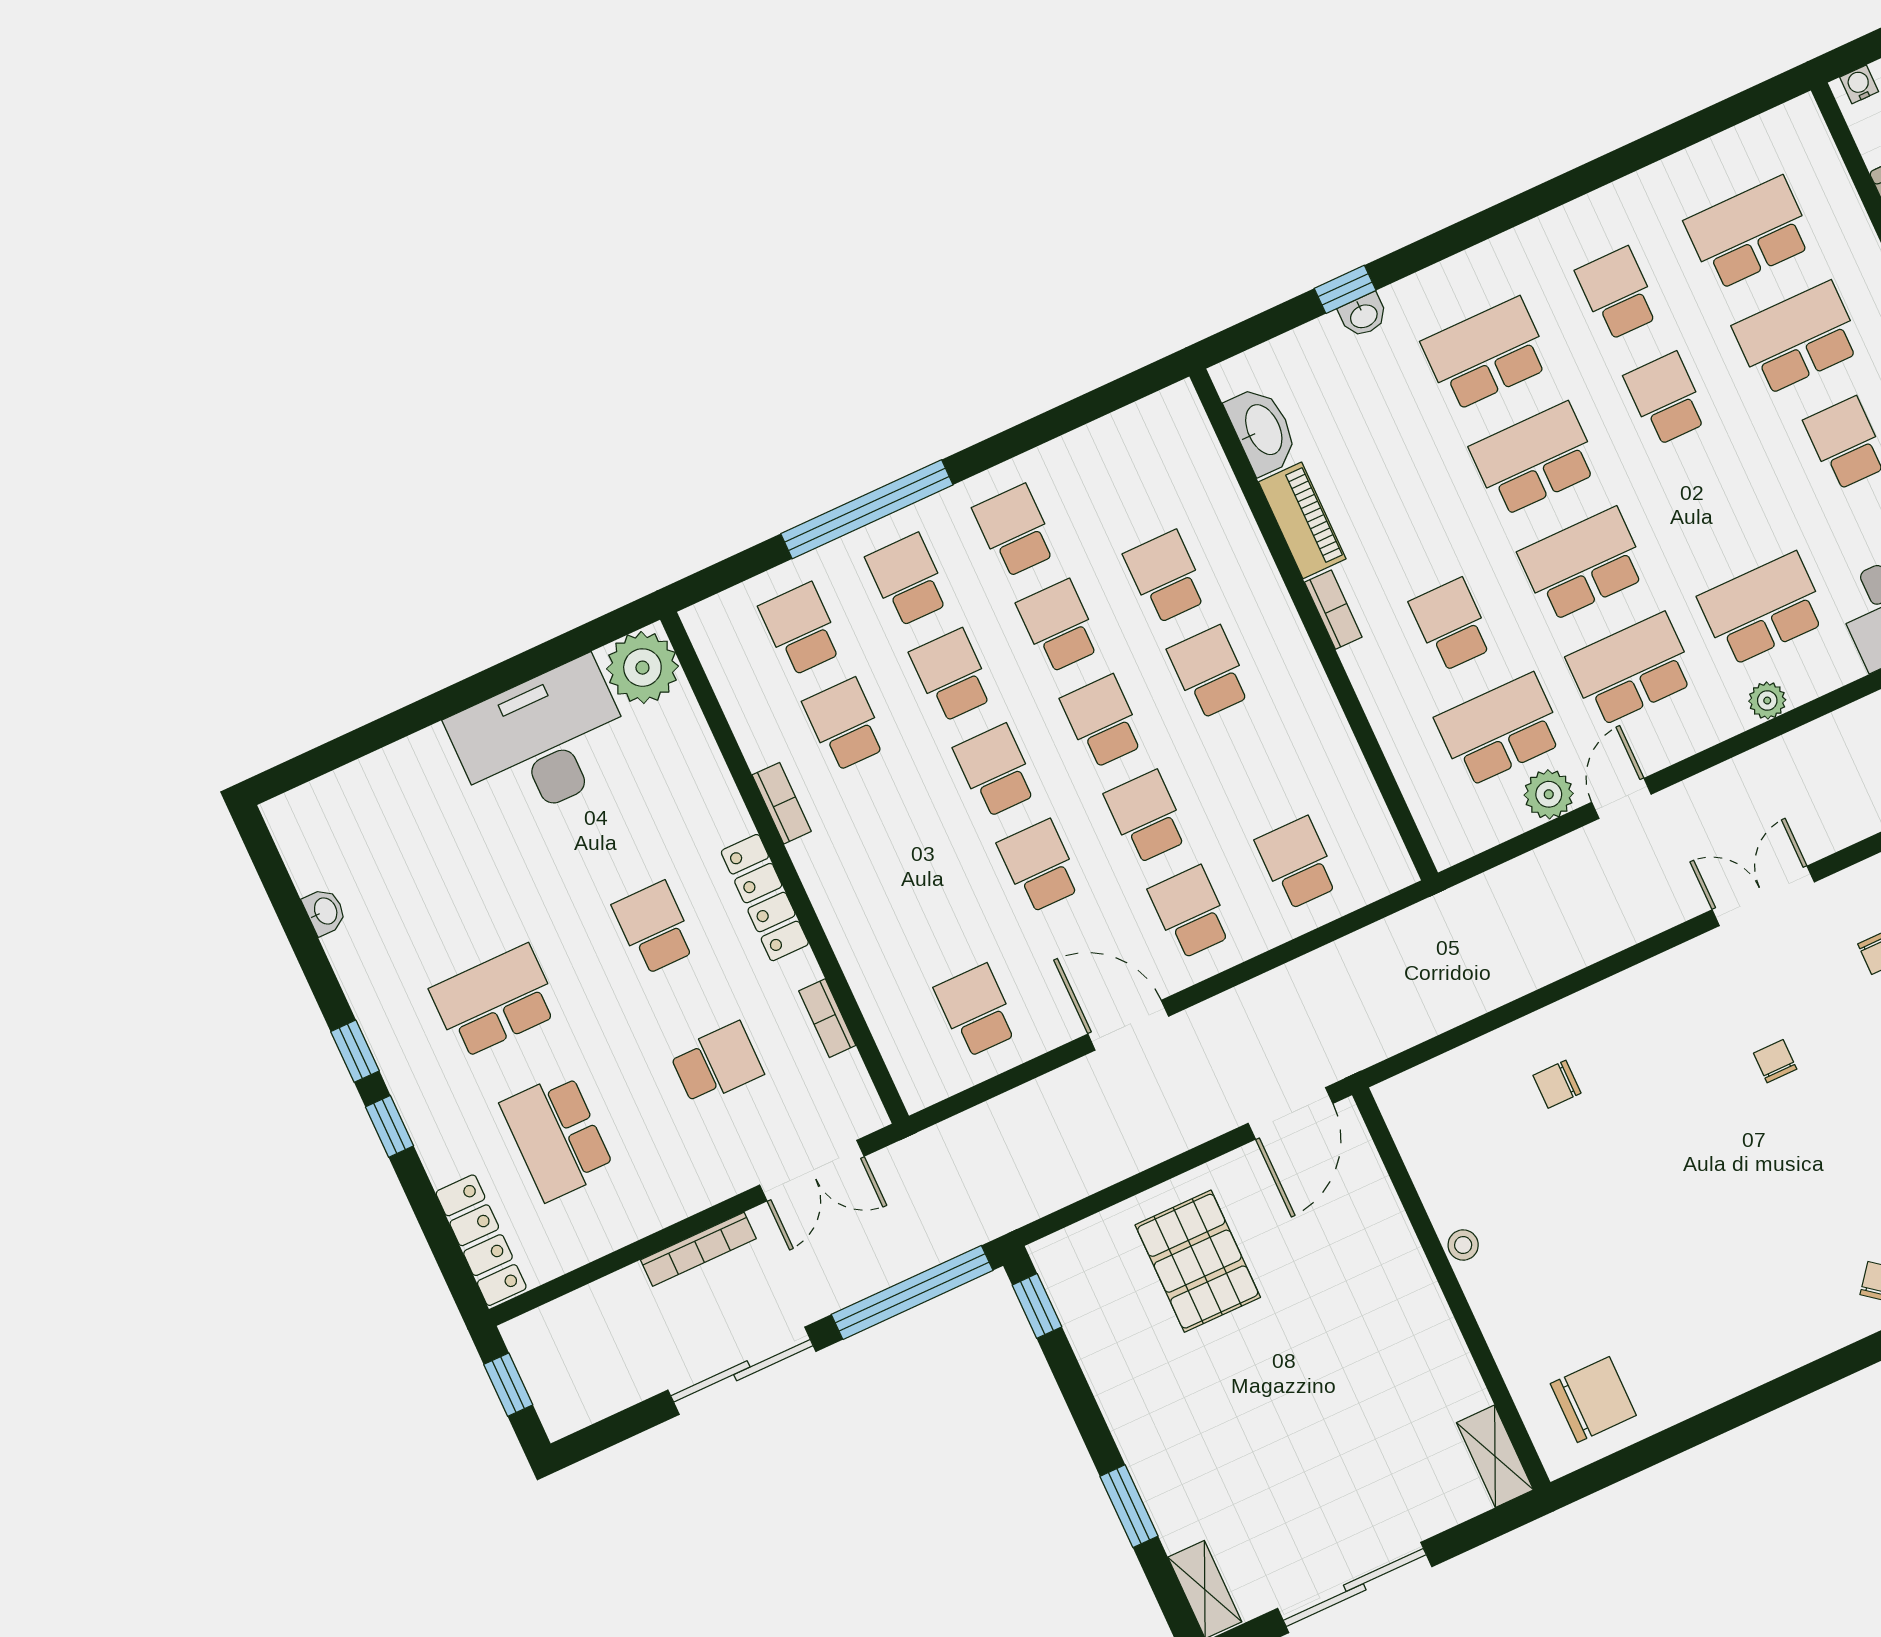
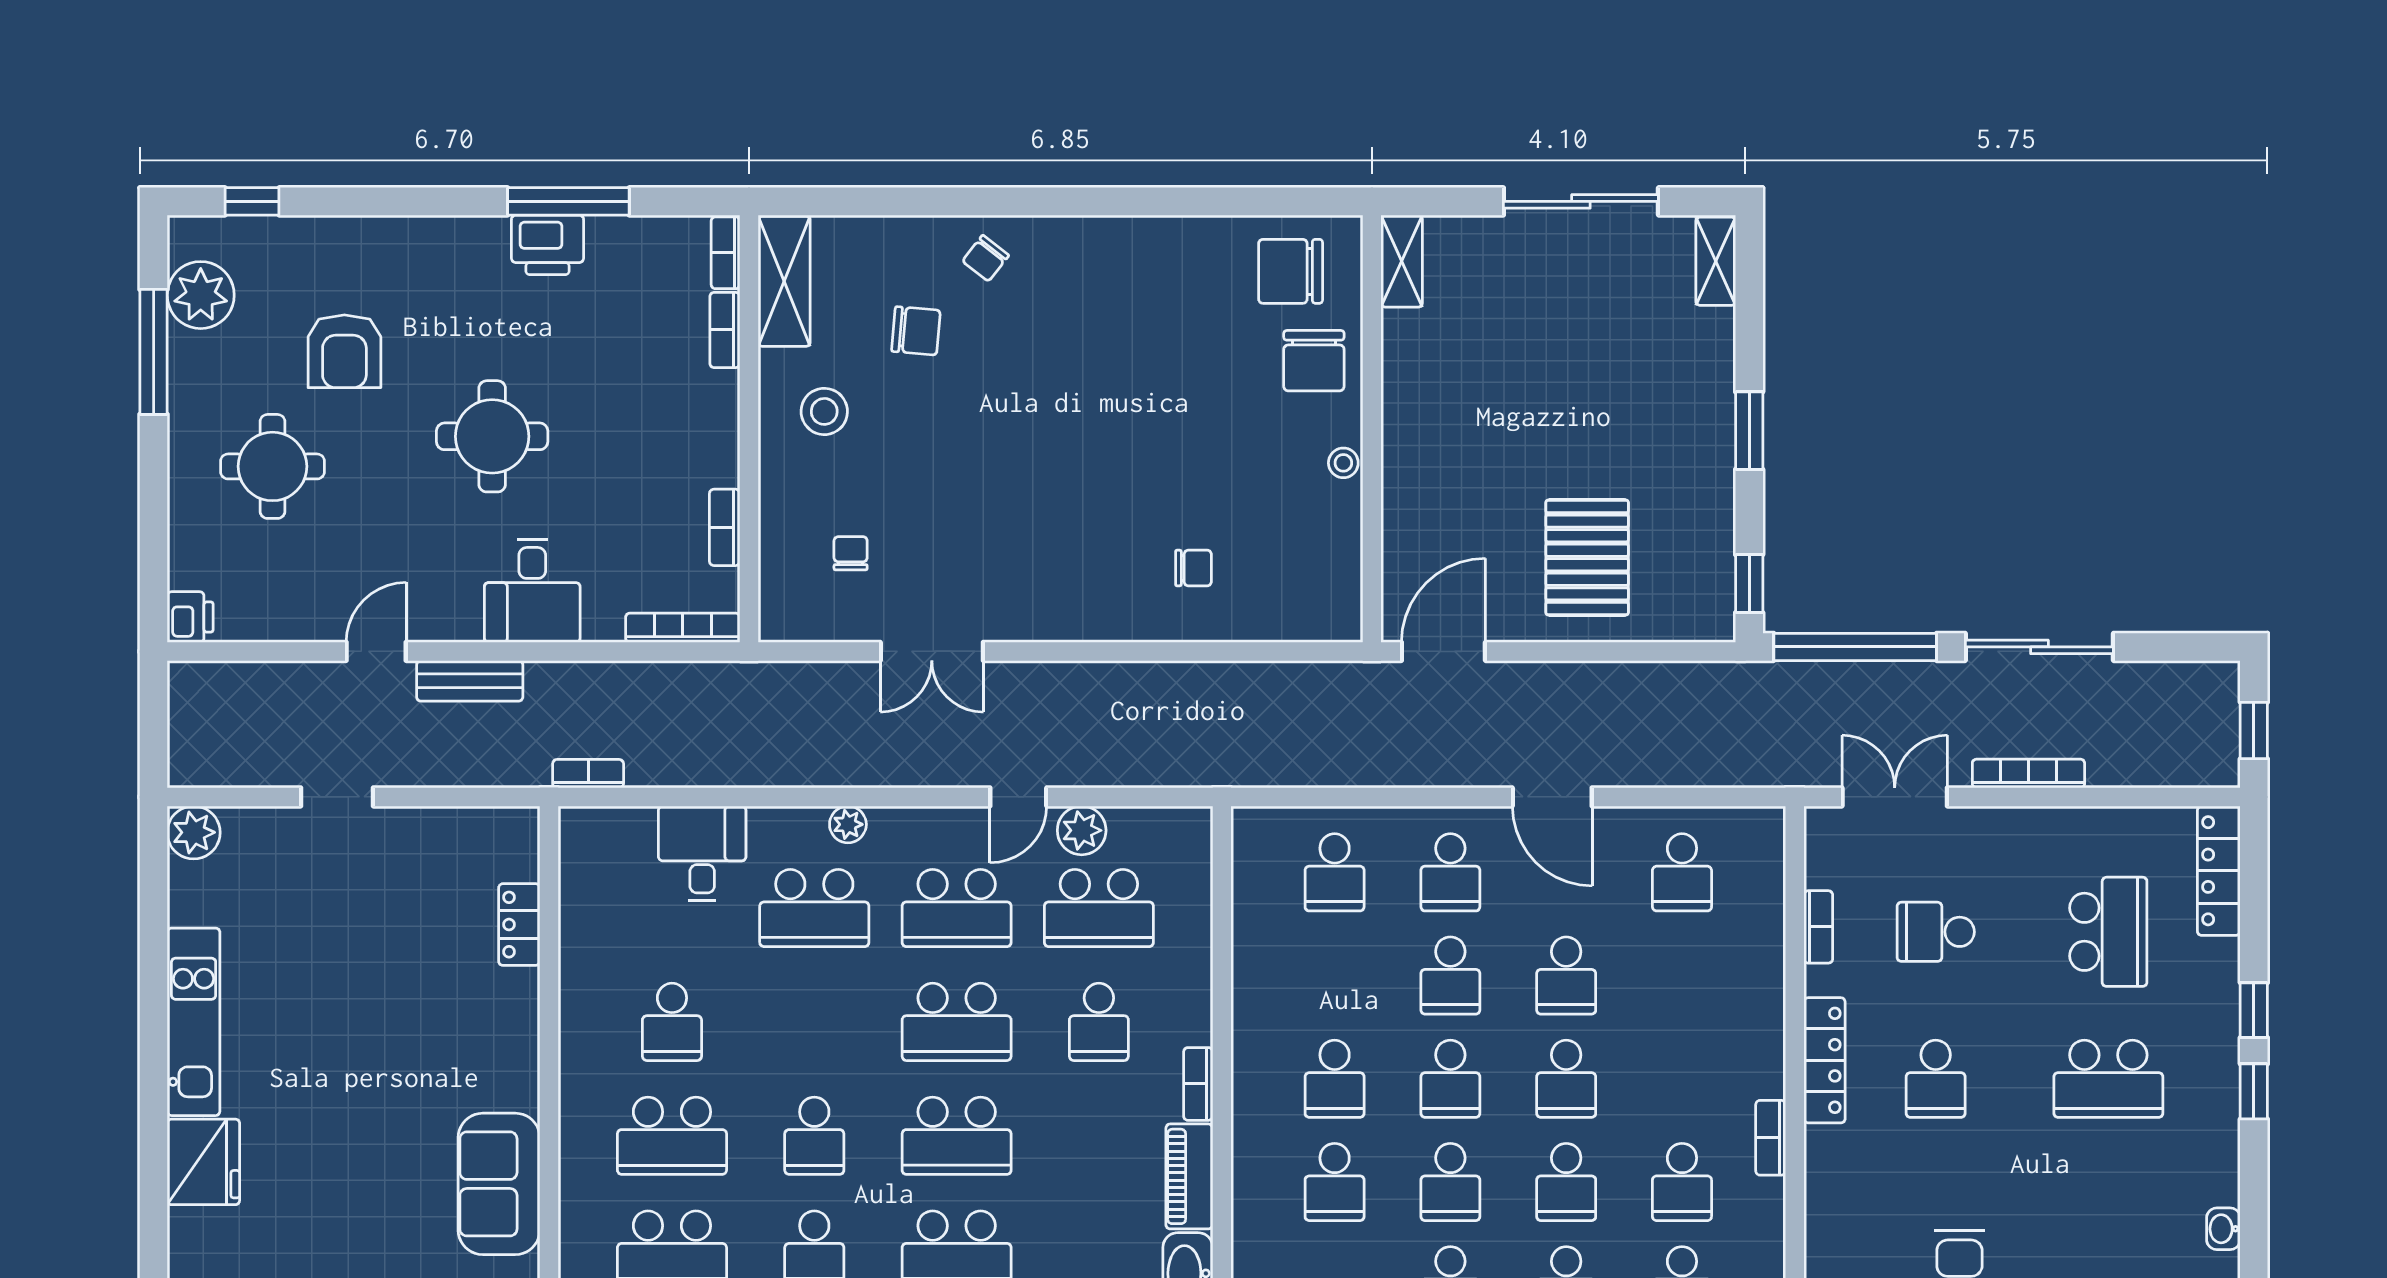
chair: (1775, 1061) -> (1314, 361), moved, width x1.87, depth x1.87
window: (1129, 1506) -> (1749, 431), moved

